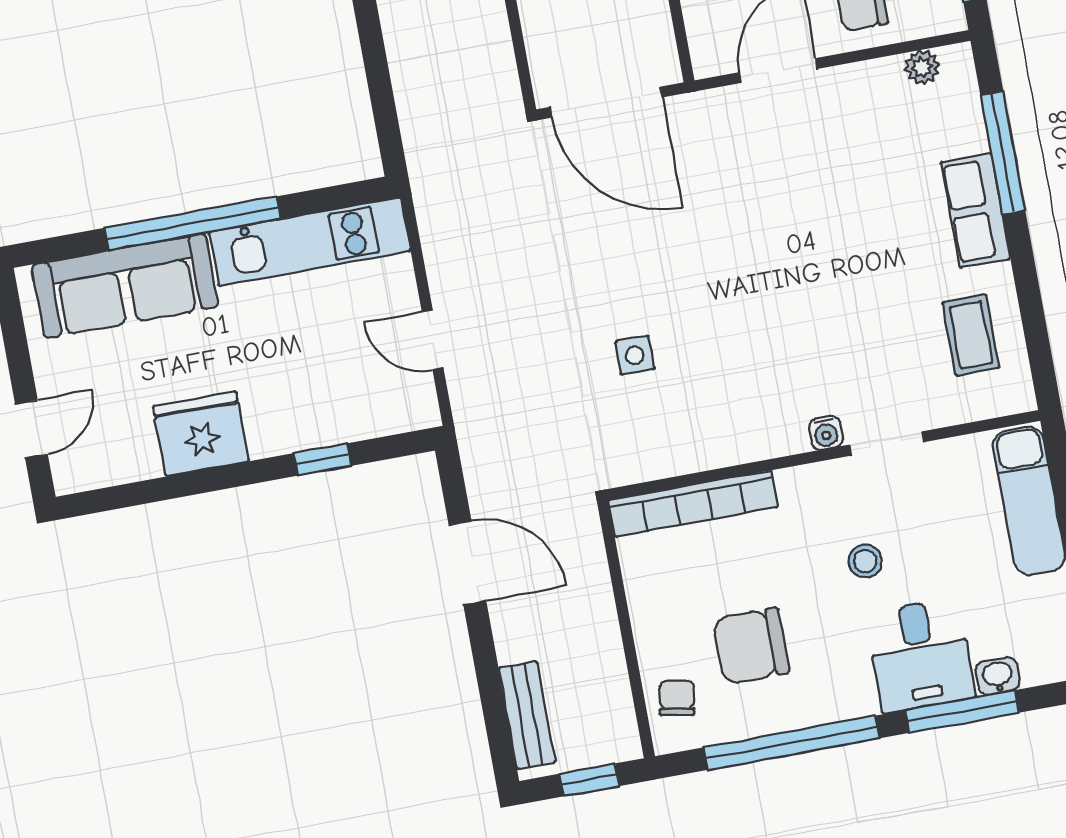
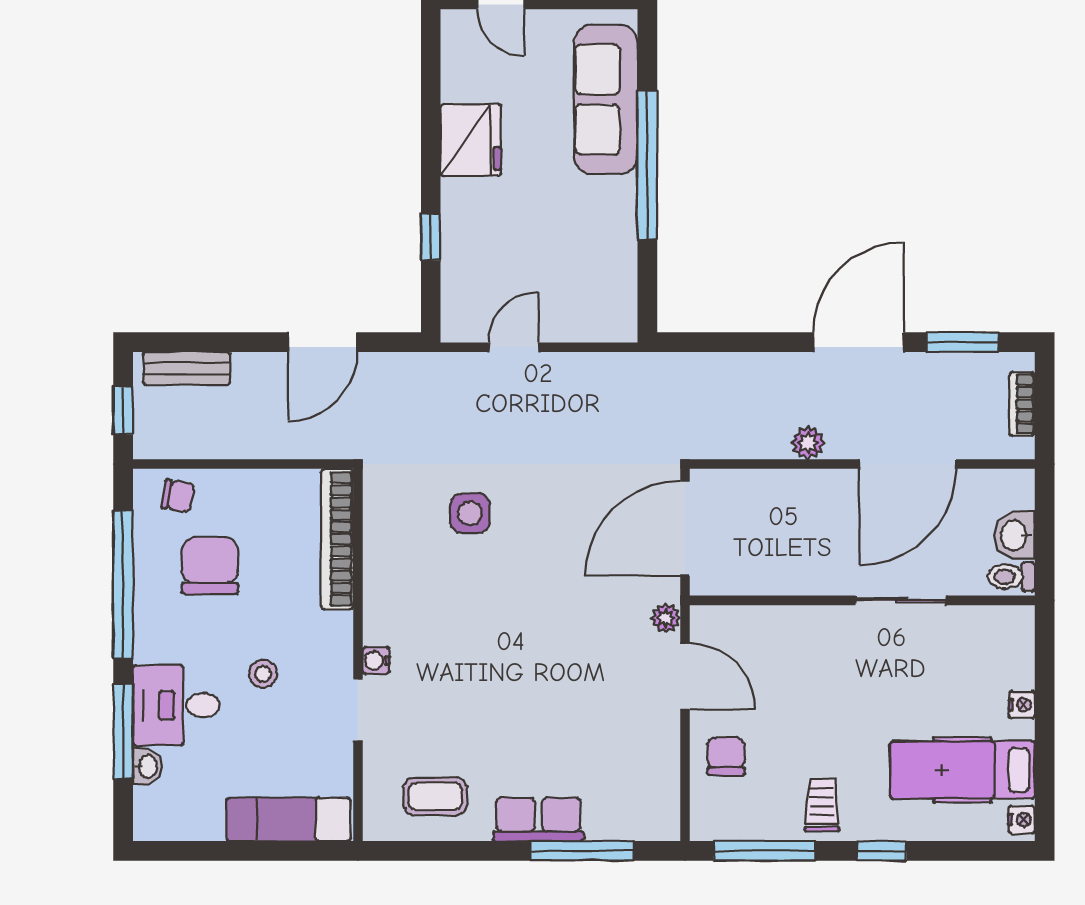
plant: (922, 67) -> (666, 618), moved
kitchen unit: (310, 242) -> (614, 260), removed
side table: (635, 355) -> (470, 513), width x1.37, depth x1.37

